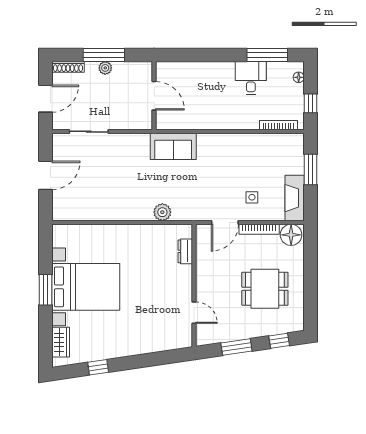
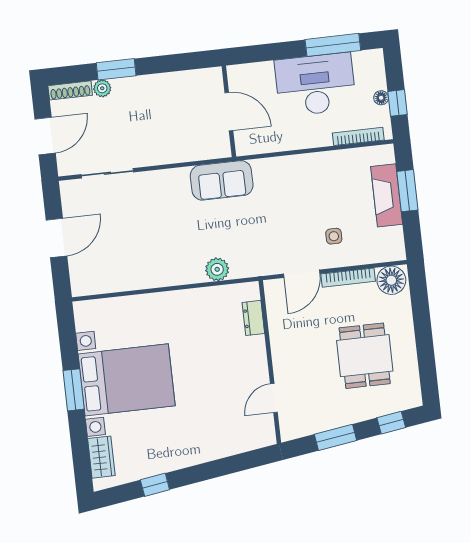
window: (104, 55) -> (116, 69), width x0.69
plant: (105, 68) -> (102, 88), moved
floor lamp: (299, 77) -> (381, 98), moved
desk: (251, 78) -> (315, 85), width x1.87, depth x1.30
door: (154, 96) -> (229, 112), moved
wall: (154, 96) -> (229, 111), moved
fireplace: (295, 198) -> (387, 195), moved
dining table: (265, 289) -> (365, 356), turned 90
door: (194, 313) -> (274, 398), swing flipped

